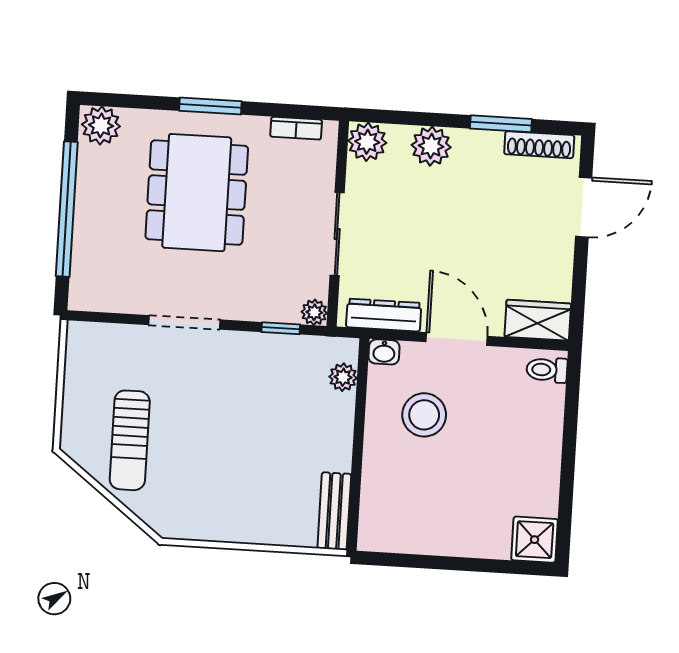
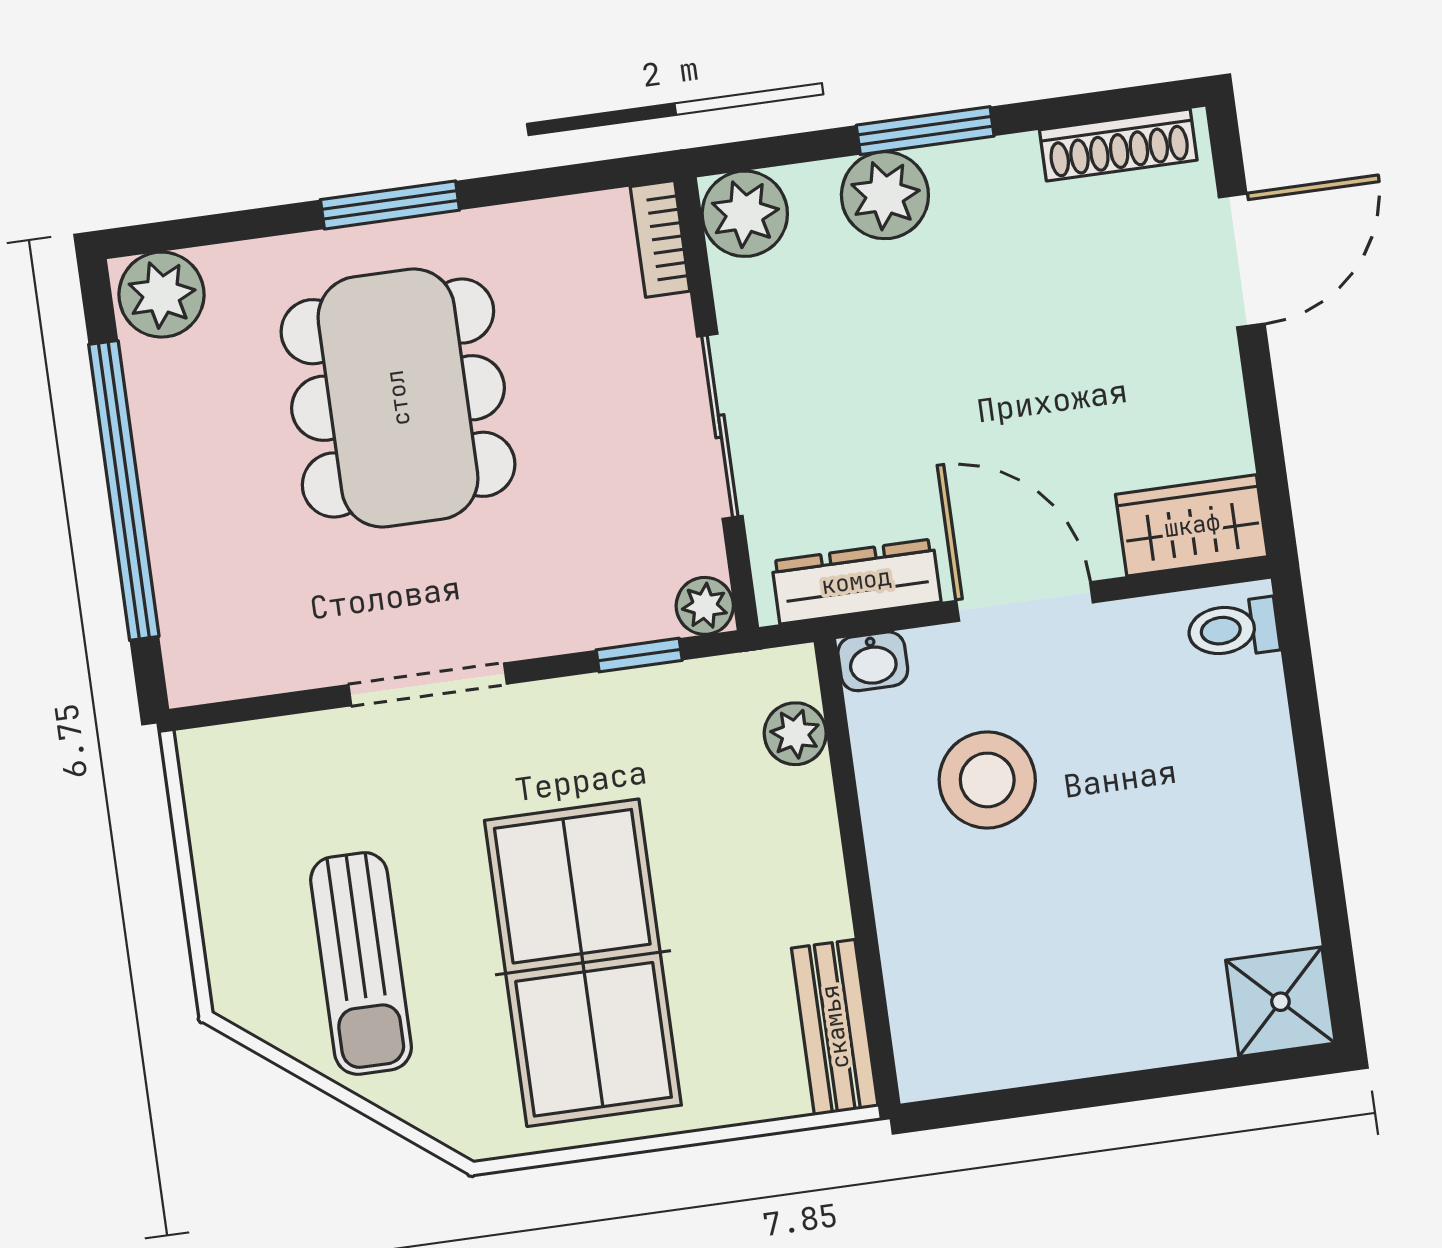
window: (501, 124) -> (925, 131), moved
bookcase: (296, 128) -> (660, 239), moved, turned 90
table tennis table: (228, 460) -> (583, 963), added

